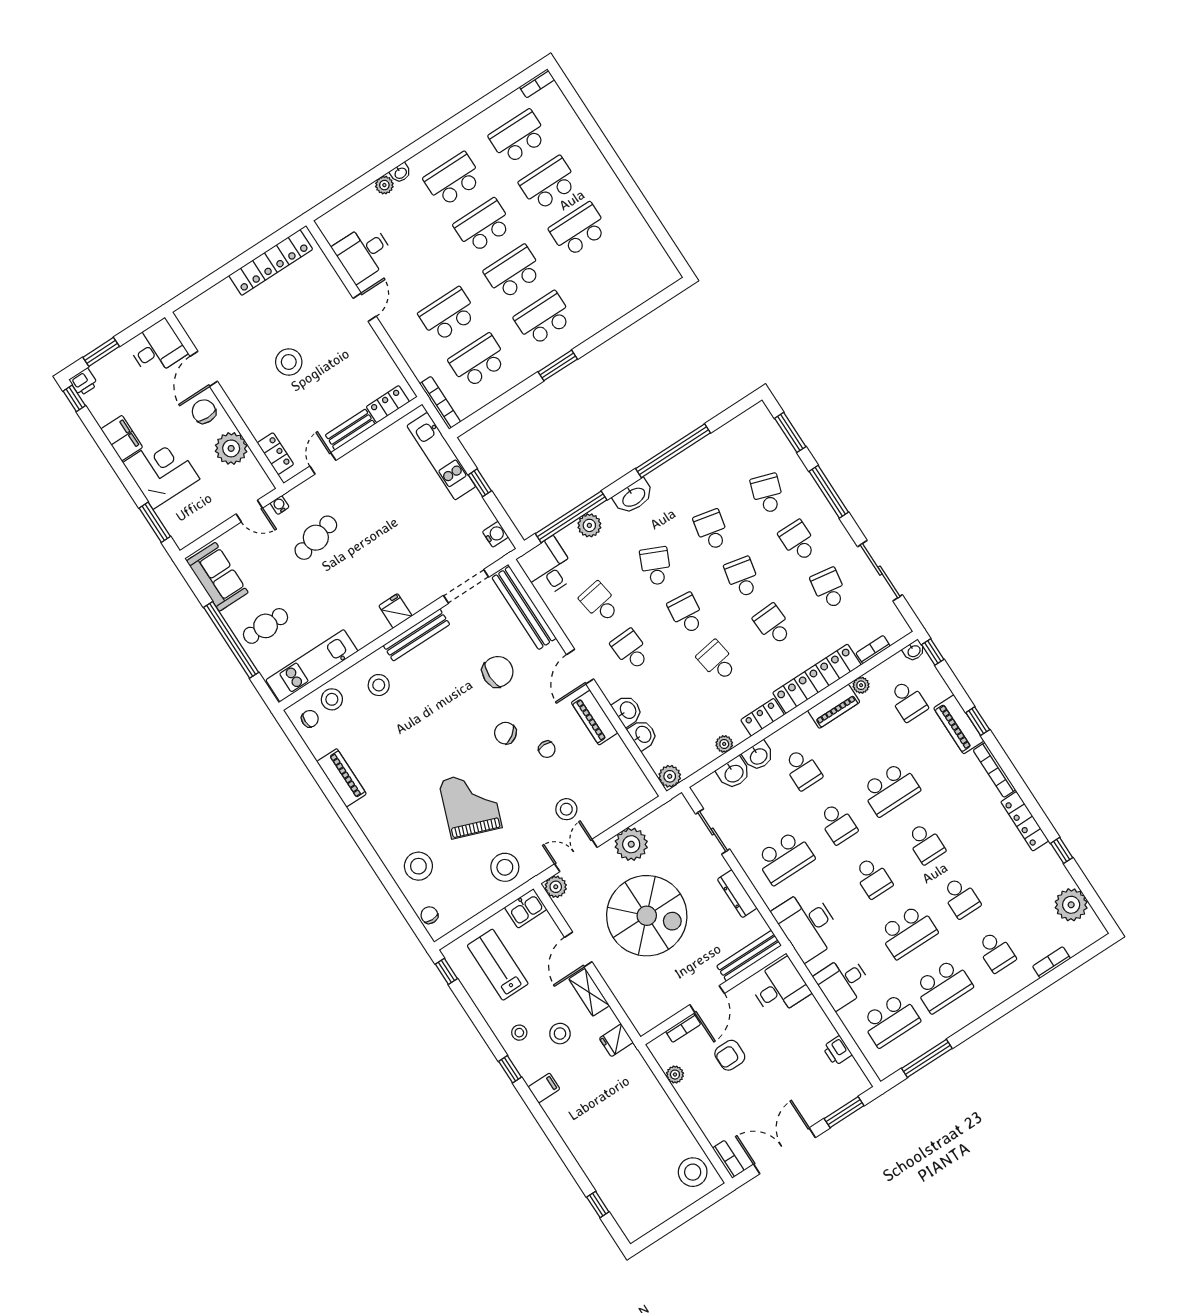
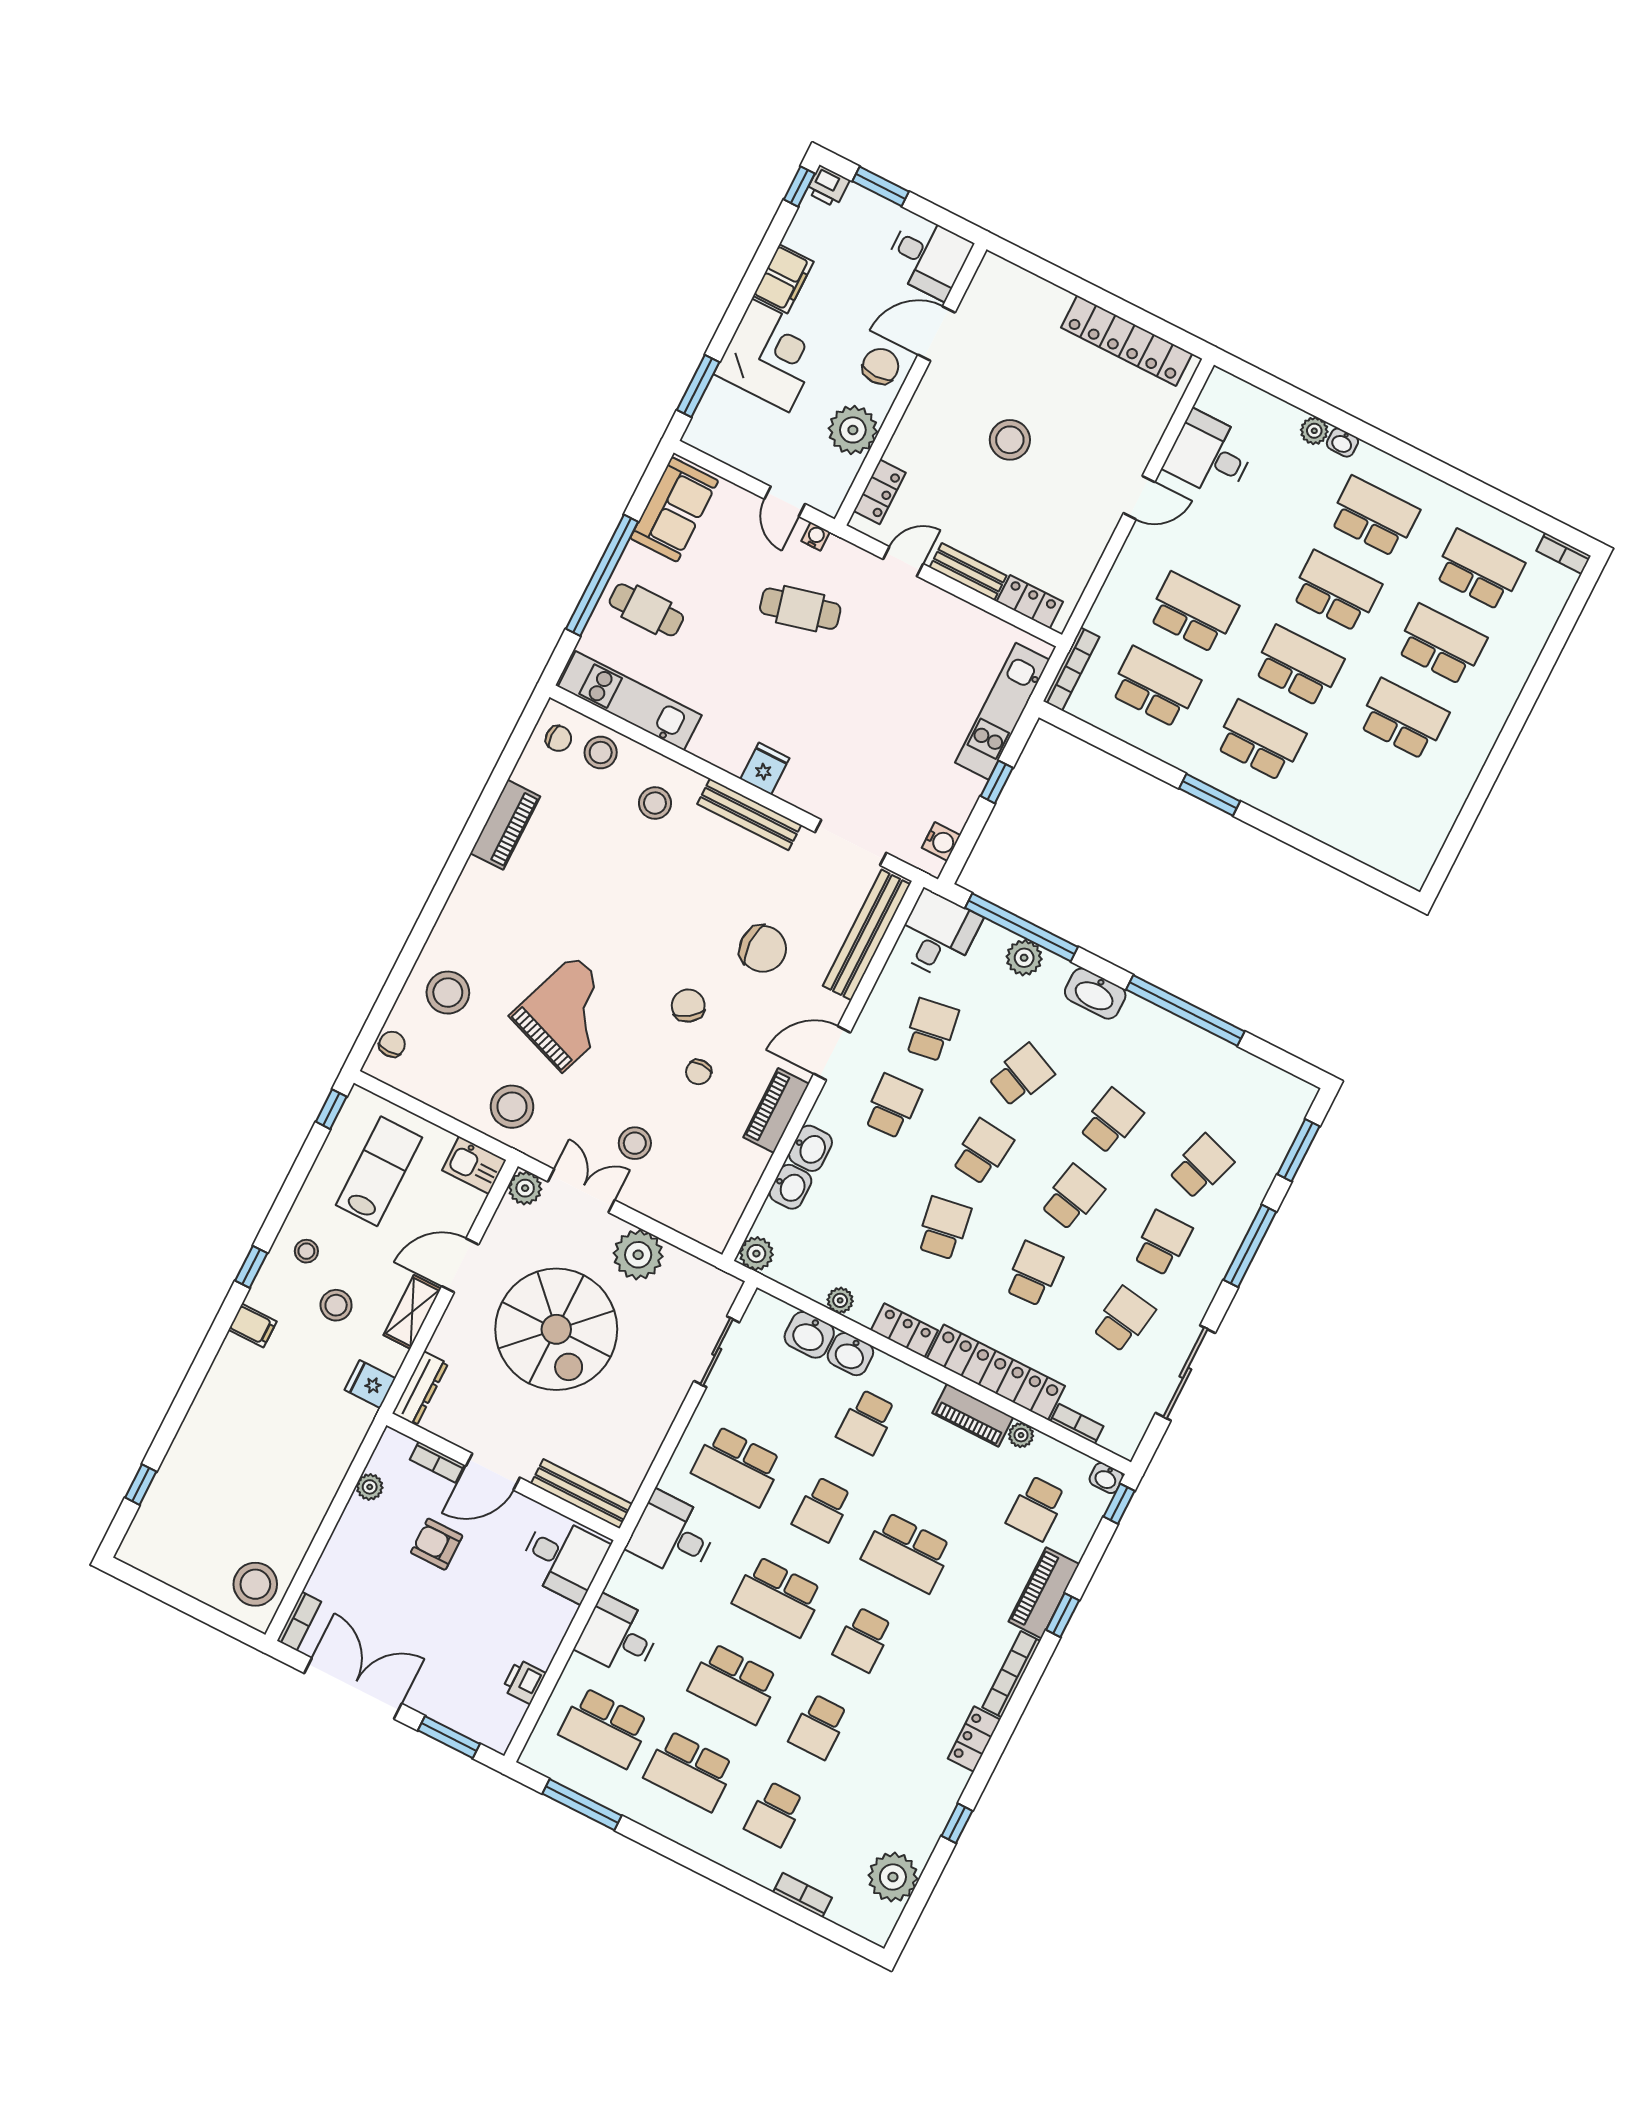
locker: (1025, 821) -> (974, 1739), width x0.66
school desk: (873, 878) -> (778, 1596), width x1.85
dresser: (737, 894) -> (420, 1388), moved, turned 180
desk: (807, 925) -> (673, 1535), width x0.73

